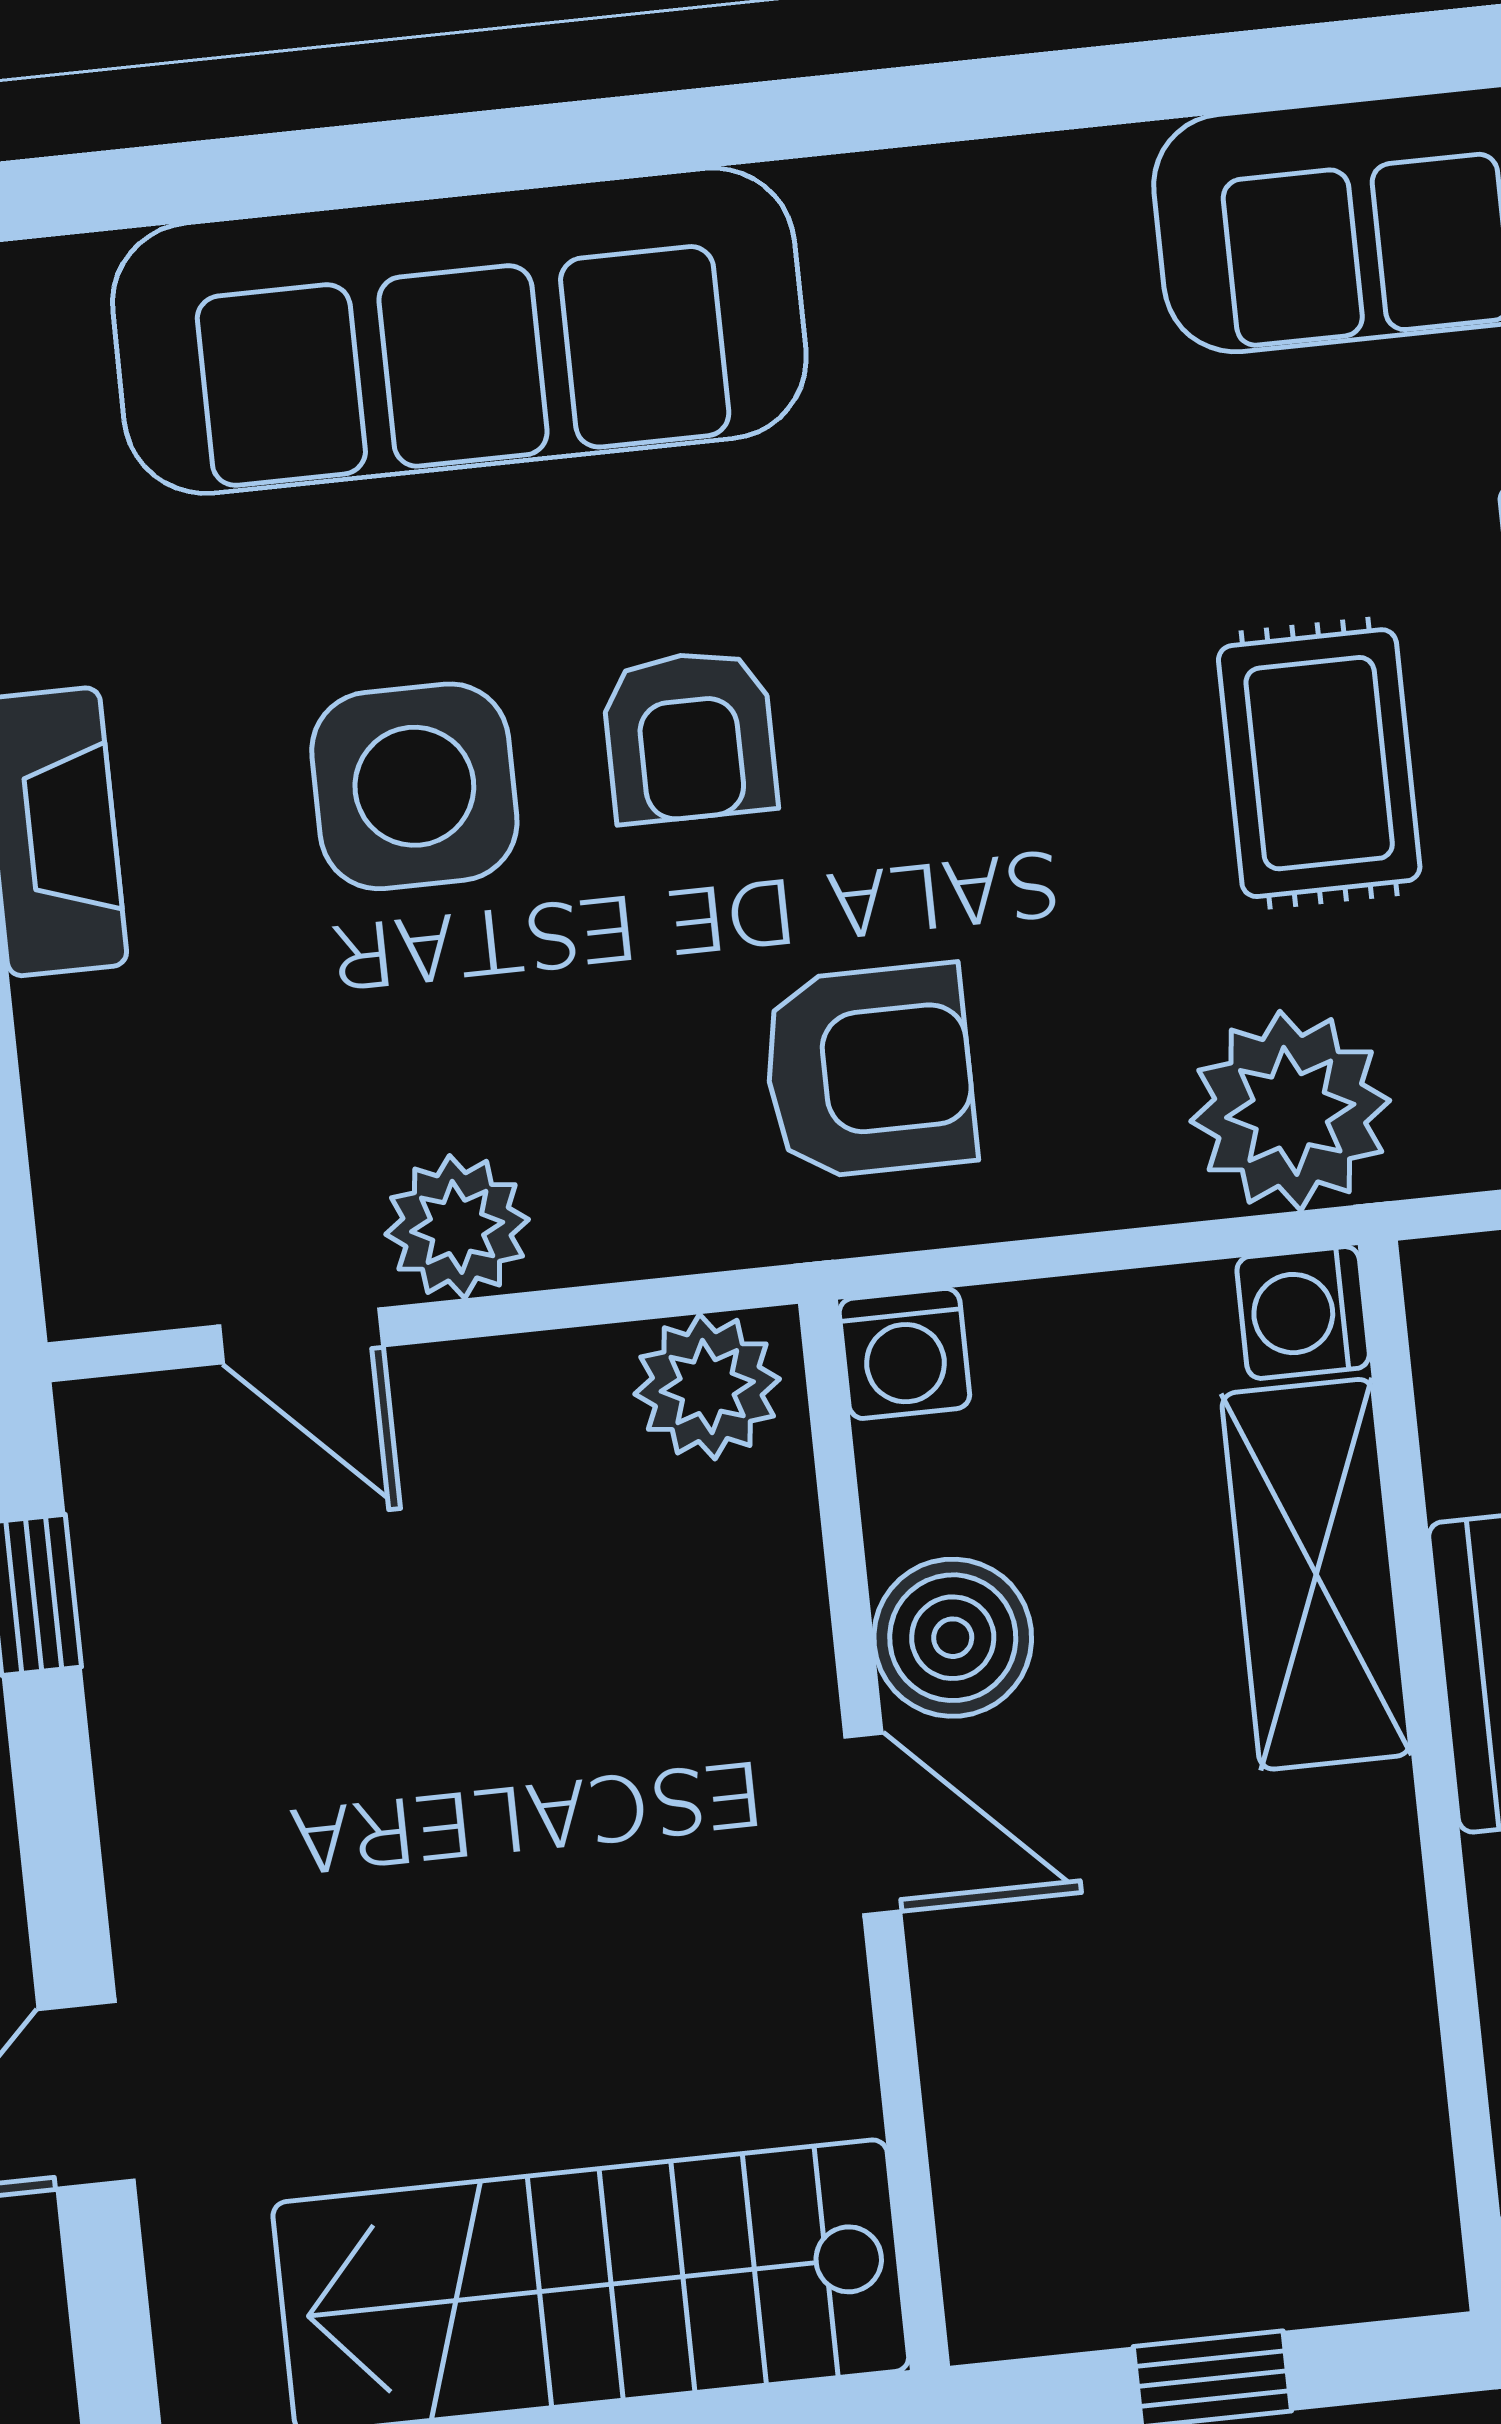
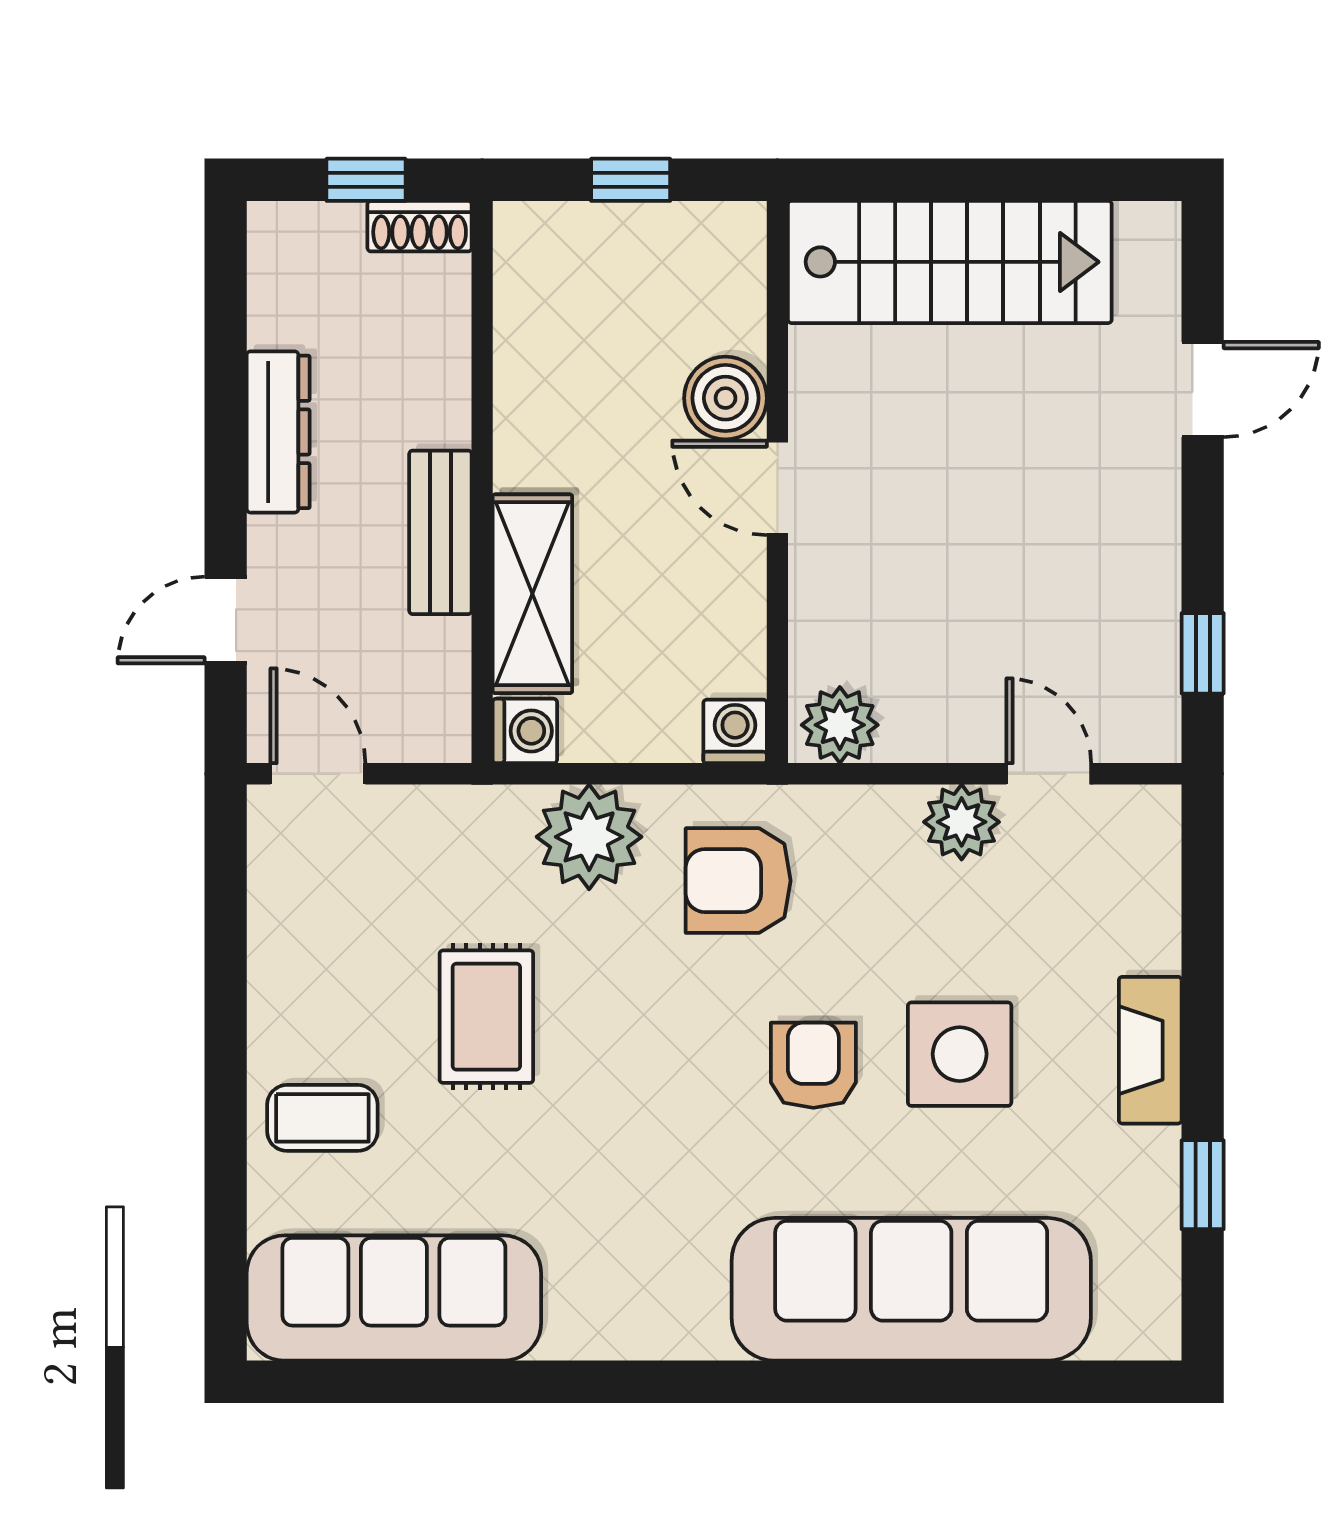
plant: (1290, 1111) -> (589, 837), moved
boiler: (953, 1638) -> (725, 398), moved

